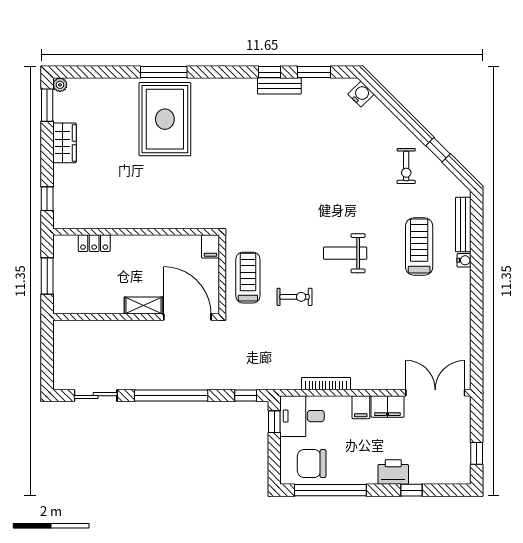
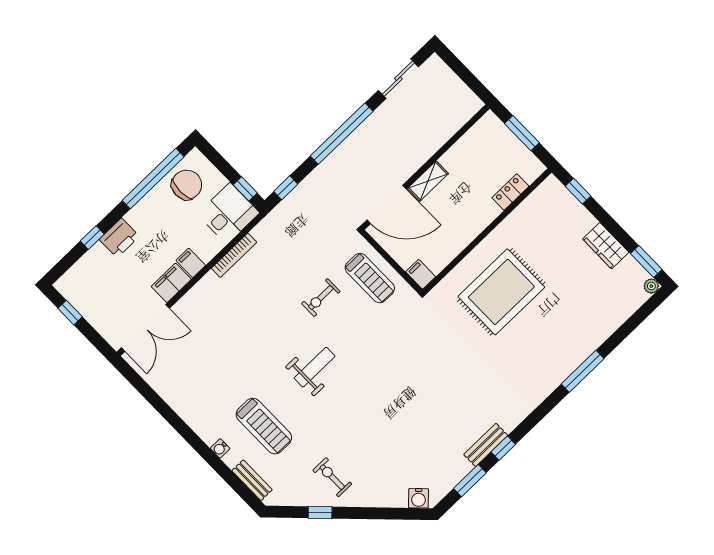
rug: (165, 119) -> (501, 292), moved, turned 90
bench: (463, 225) -> (252, 480), width x0.73

